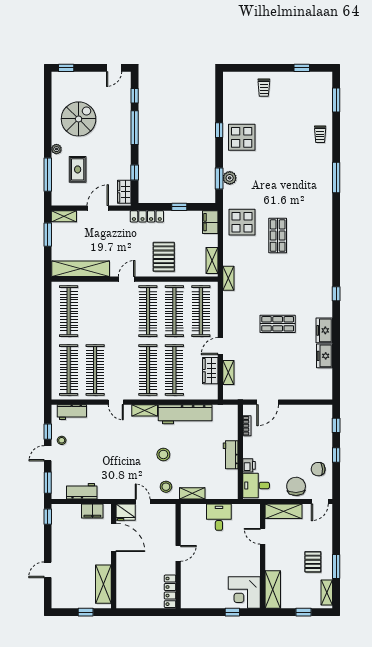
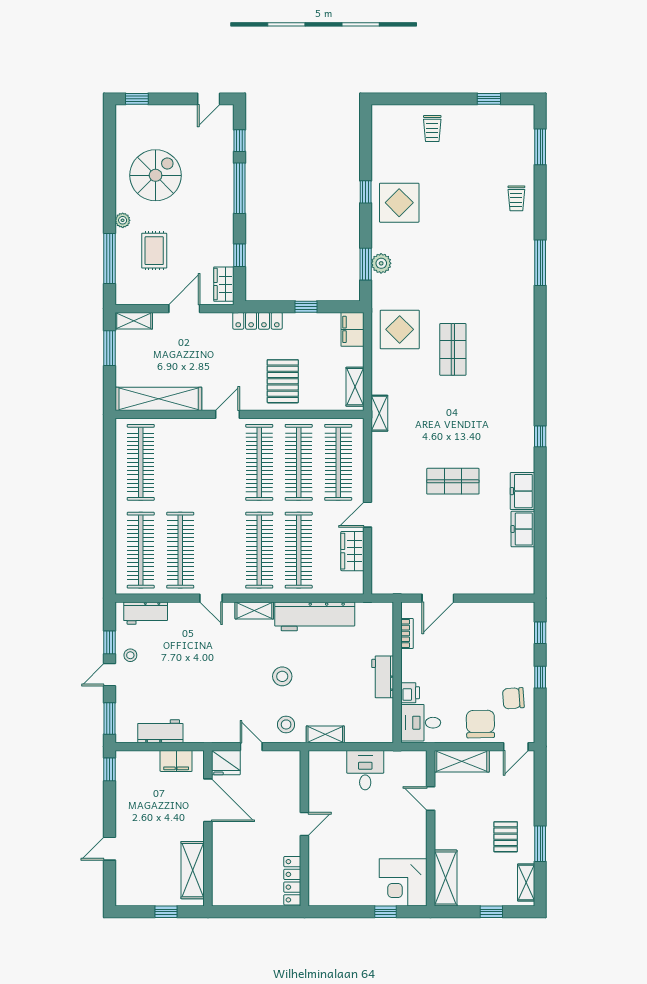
shelving: (228, 373) -> (379, 554), removed

